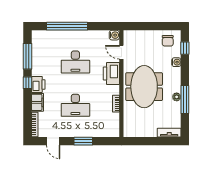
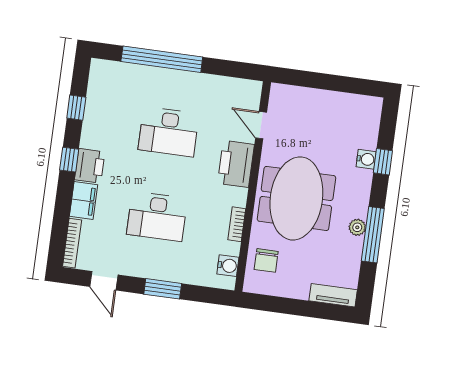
water cooler: (114, 35) -> (228, 266), moved
chair: (168, 41) -> (266, 260), moved
window: (185, 48) -> (383, 162), moved
window: (27, 56) -> (76, 108), width x0.46

